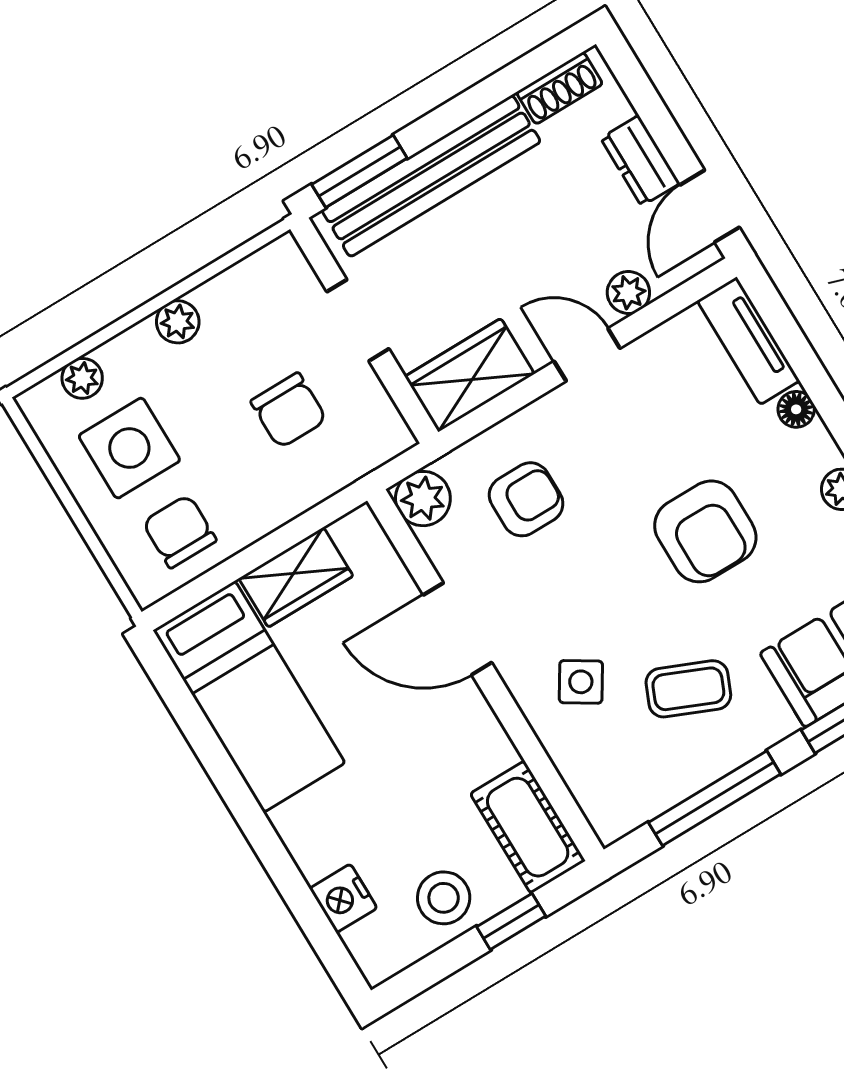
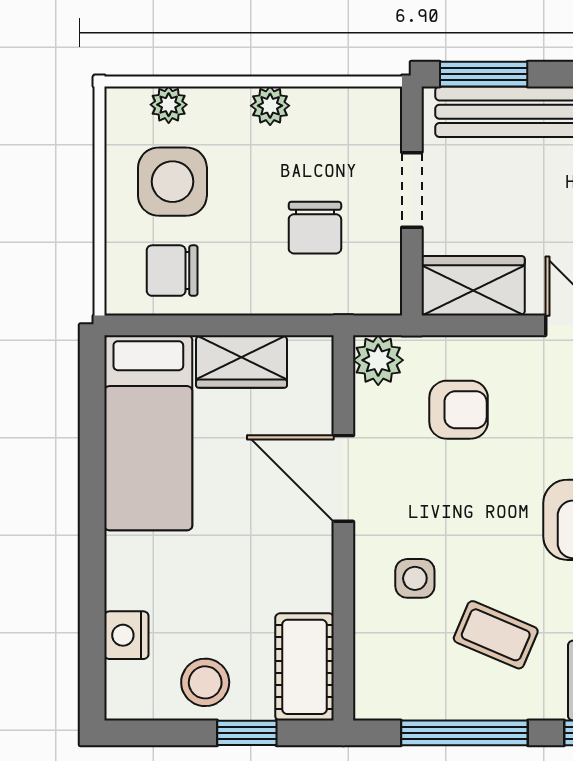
chair: (179, 531) -> (172, 271), turned -90
side table: (581, 682) -> (415, 578), turned -32

